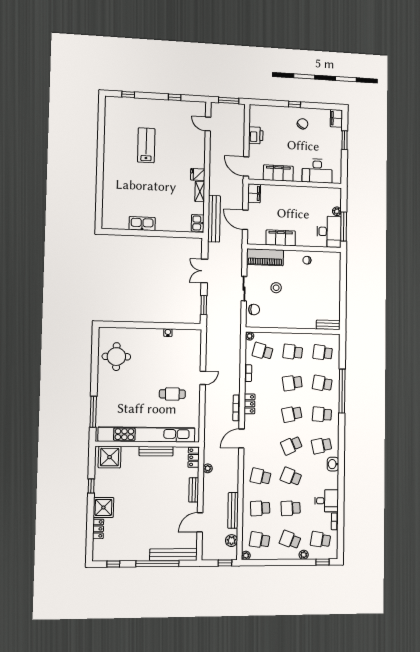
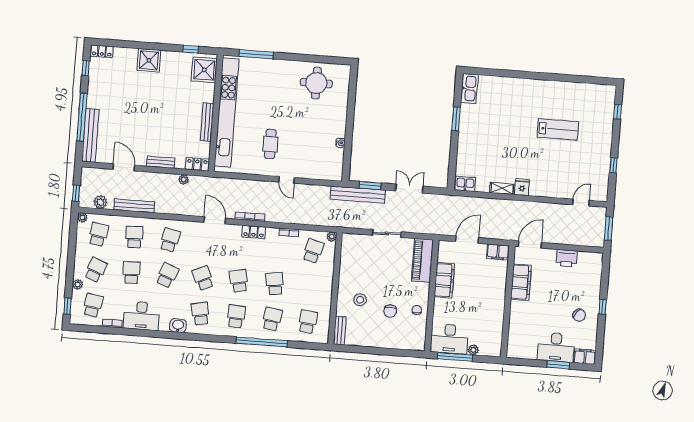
desk: (317, 171) -> (556, 347), moved, turned -90
bench: (214, 219) -> (358, 195), moved
kitchen sink: (142, 224) -> (469, 88), moved
window: (142, 233) -> (456, 119), added
stool: (276, 288) -> (360, 300), moved
chair: (254, 310) -> (390, 311), moved
school desk: (293, 352) -> (310, 286), removed
window: (91, 486) -> (190, 49), moved
desk: (327, 501) -> (141, 316), width x1.37
locker: (98, 529) -> (102, 51), moved

